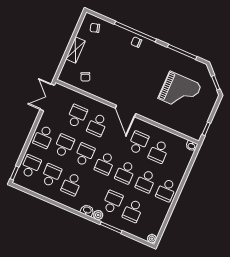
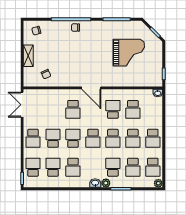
school desk: (77, 116) -> (153, 167), moved, turned 180

